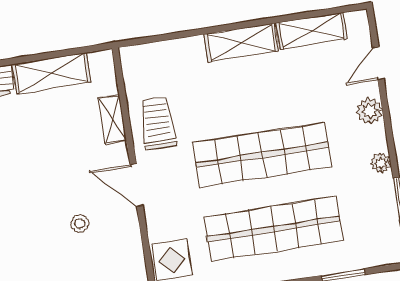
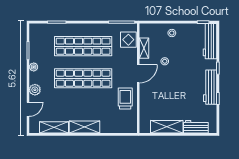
shelving: (112, 119) -> (144, 48), moved
trolley: (158, 123) -> (125, 98), turned 180
door: (136, 185) -> (138, 74), hinge flipped

